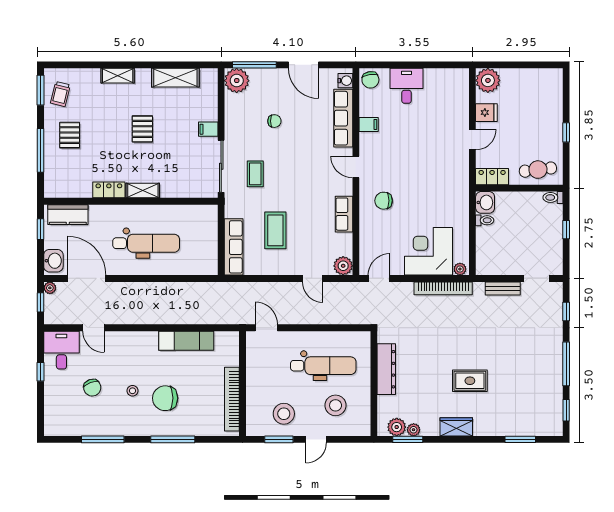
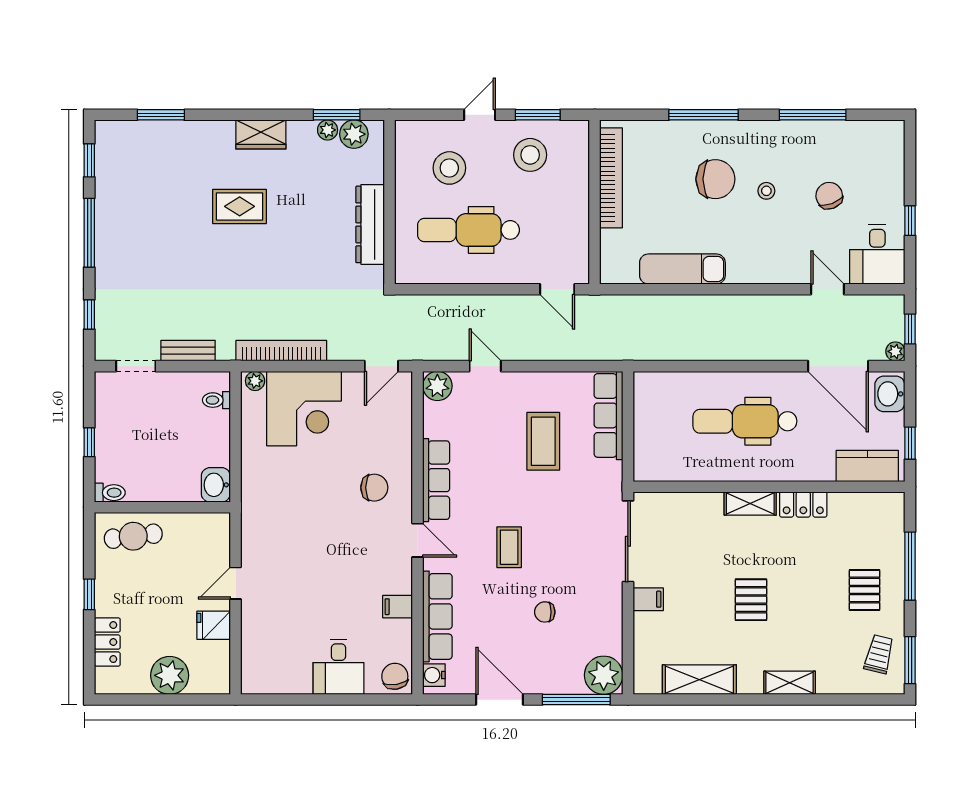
plant: (488, 80) -> (170, 675), moved
coffee table: (255, 174) -> (509, 547), moved
locker: (492, 177) -> (107, 642), moved, turned -90
row of seats: (344, 214) -> (436, 480), width x1.48
toilet: (485, 220) -> (216, 400), moved

